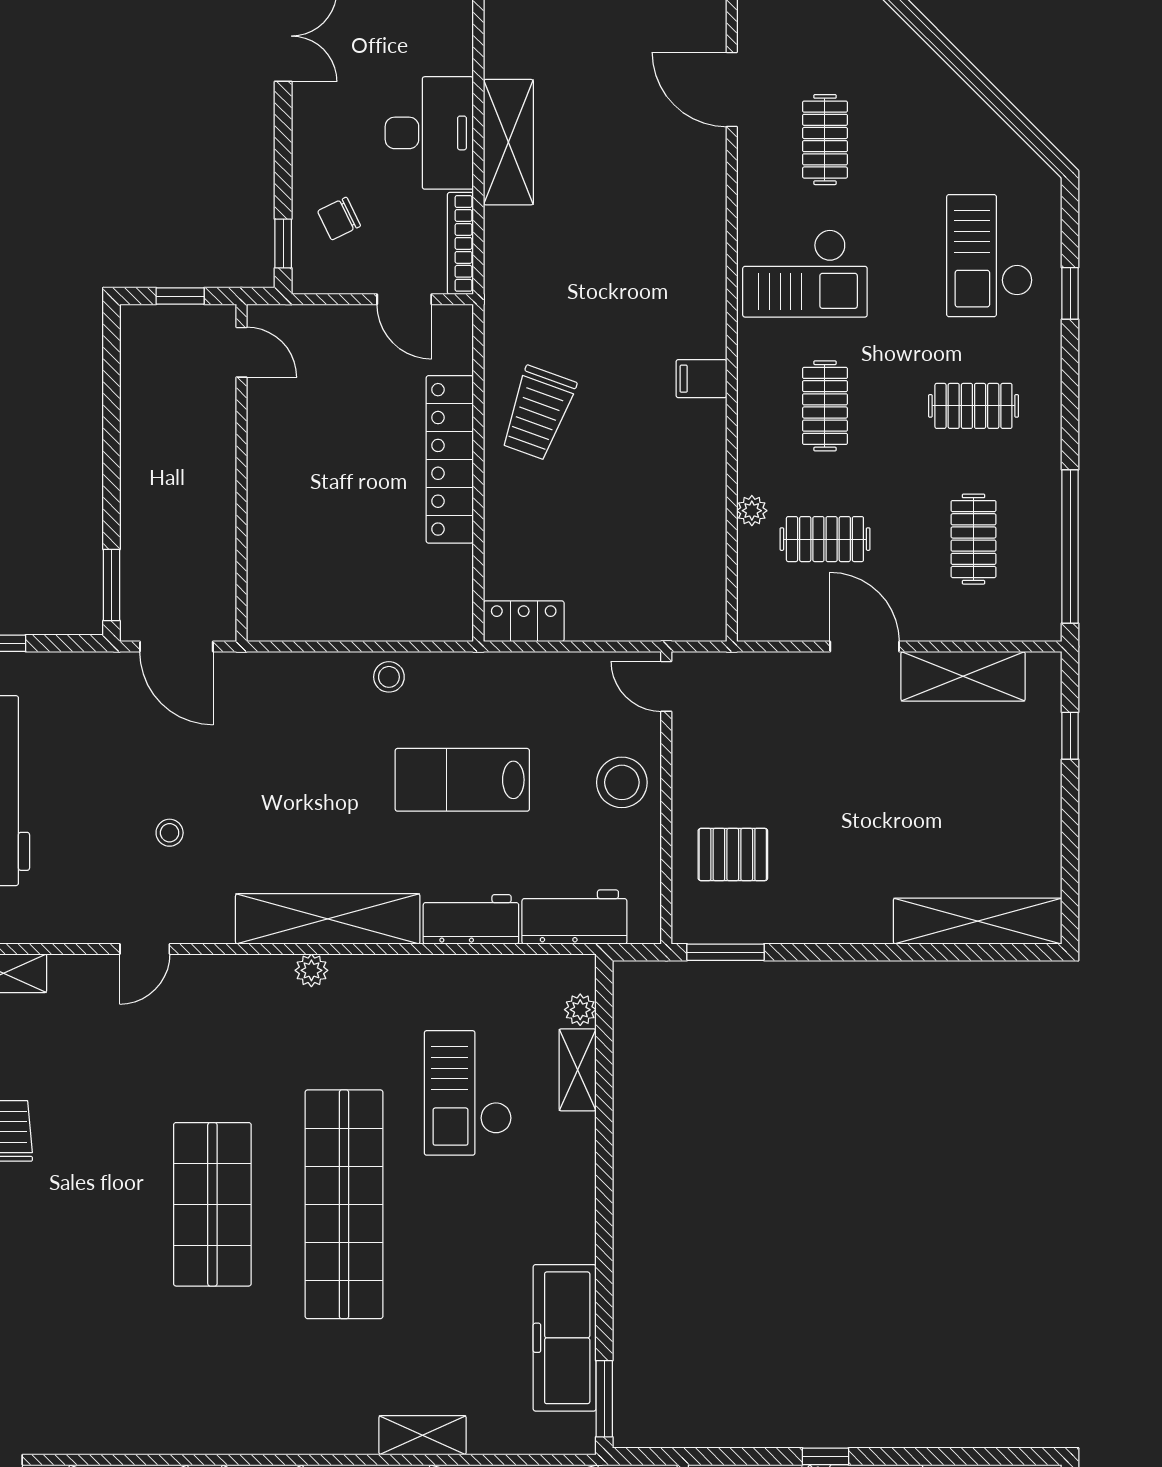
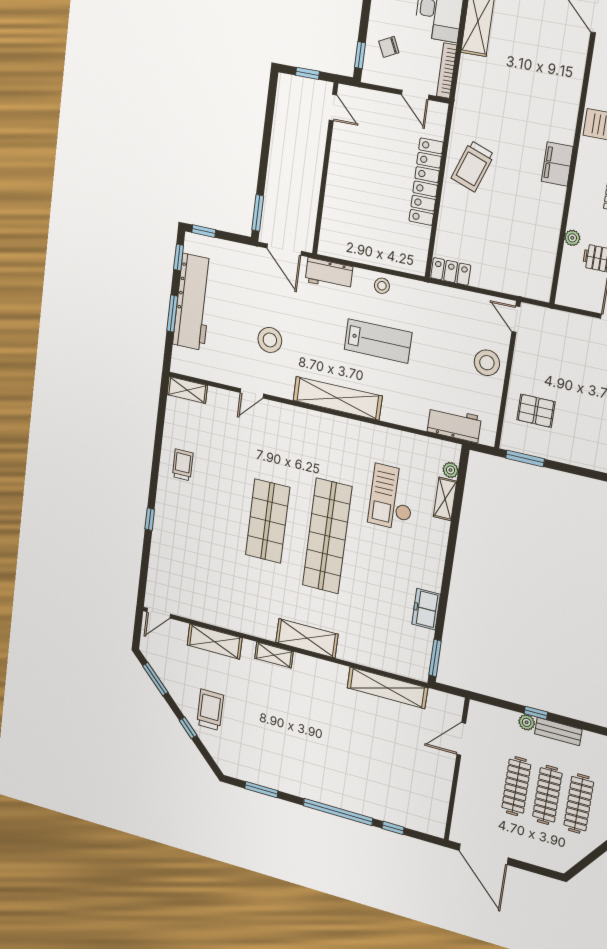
filing cabinet: (701, 379) -> (557, 164), width x2.00
lab bench: (462, 780) -> (378, 341), moved, turned 180
stool: (170, 833) -> (270, 340), width x1.89, depth x1.89
workbench: (471, 919) -> (329, 274), moved, turned 180
plant: (311, 970) -> (327, 421), removed
freezer: (565, 1338) -> (426, 609), width x0.52, depth x0.79
shelving: (423, 1435) -> (307, 638), moved, width x1.50, depth x1.33

